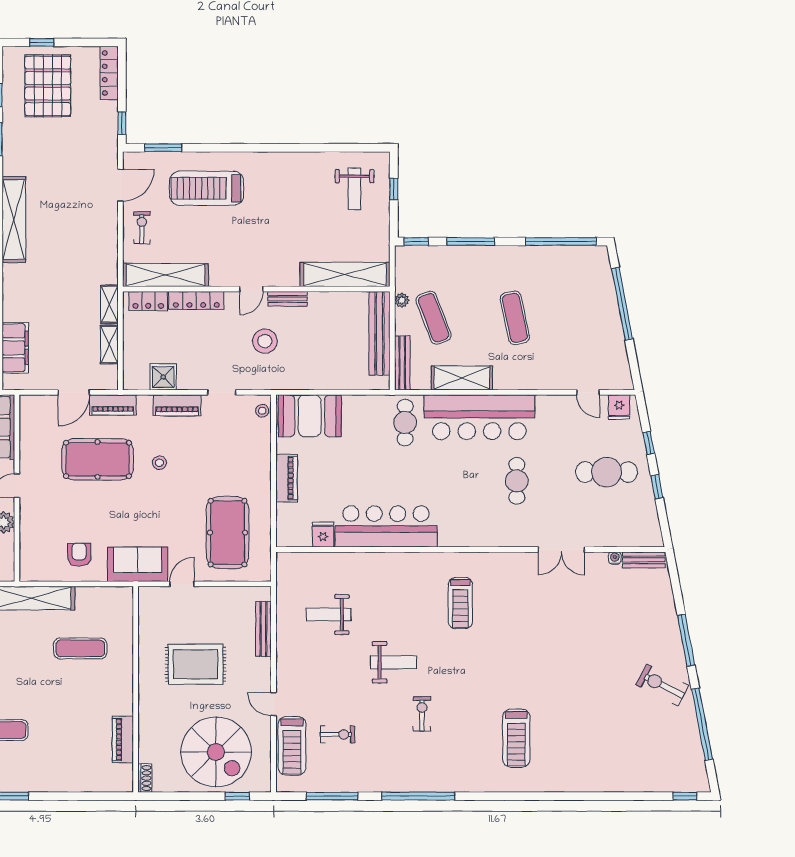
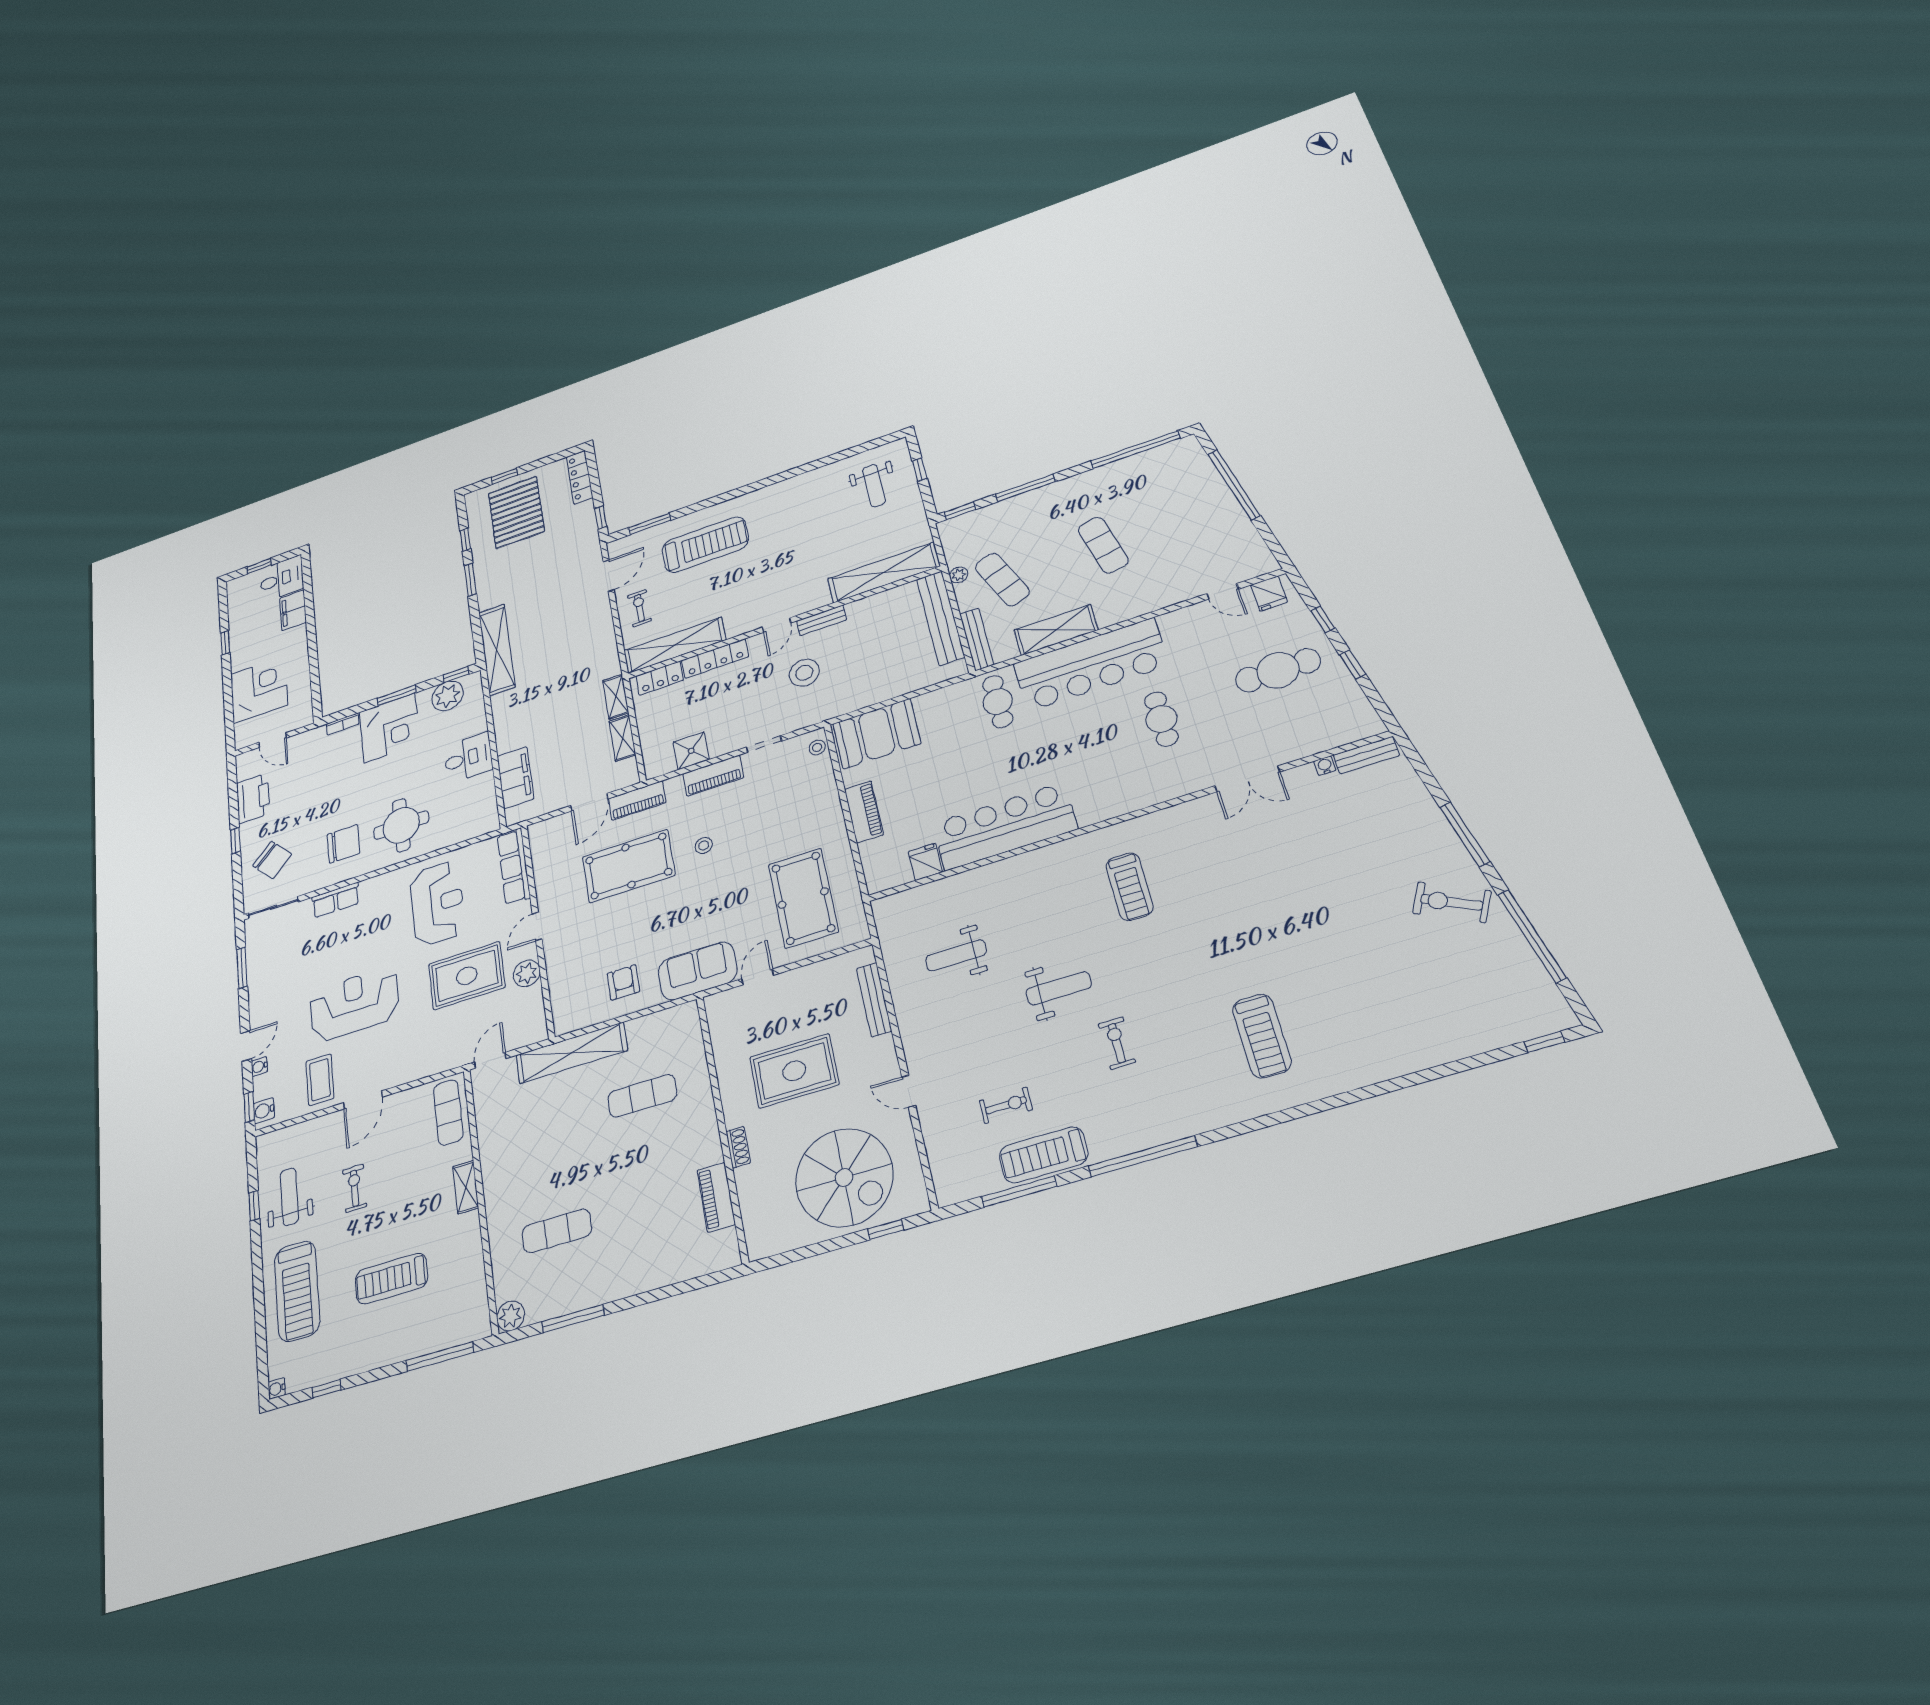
treadmill: (207, 188) -> (705, 545), turned 180
treadmill: (292, 746) -> (1044, 1155), moved, turned 90
shoe rack: (145, 778) -> (738, 1147), moved

